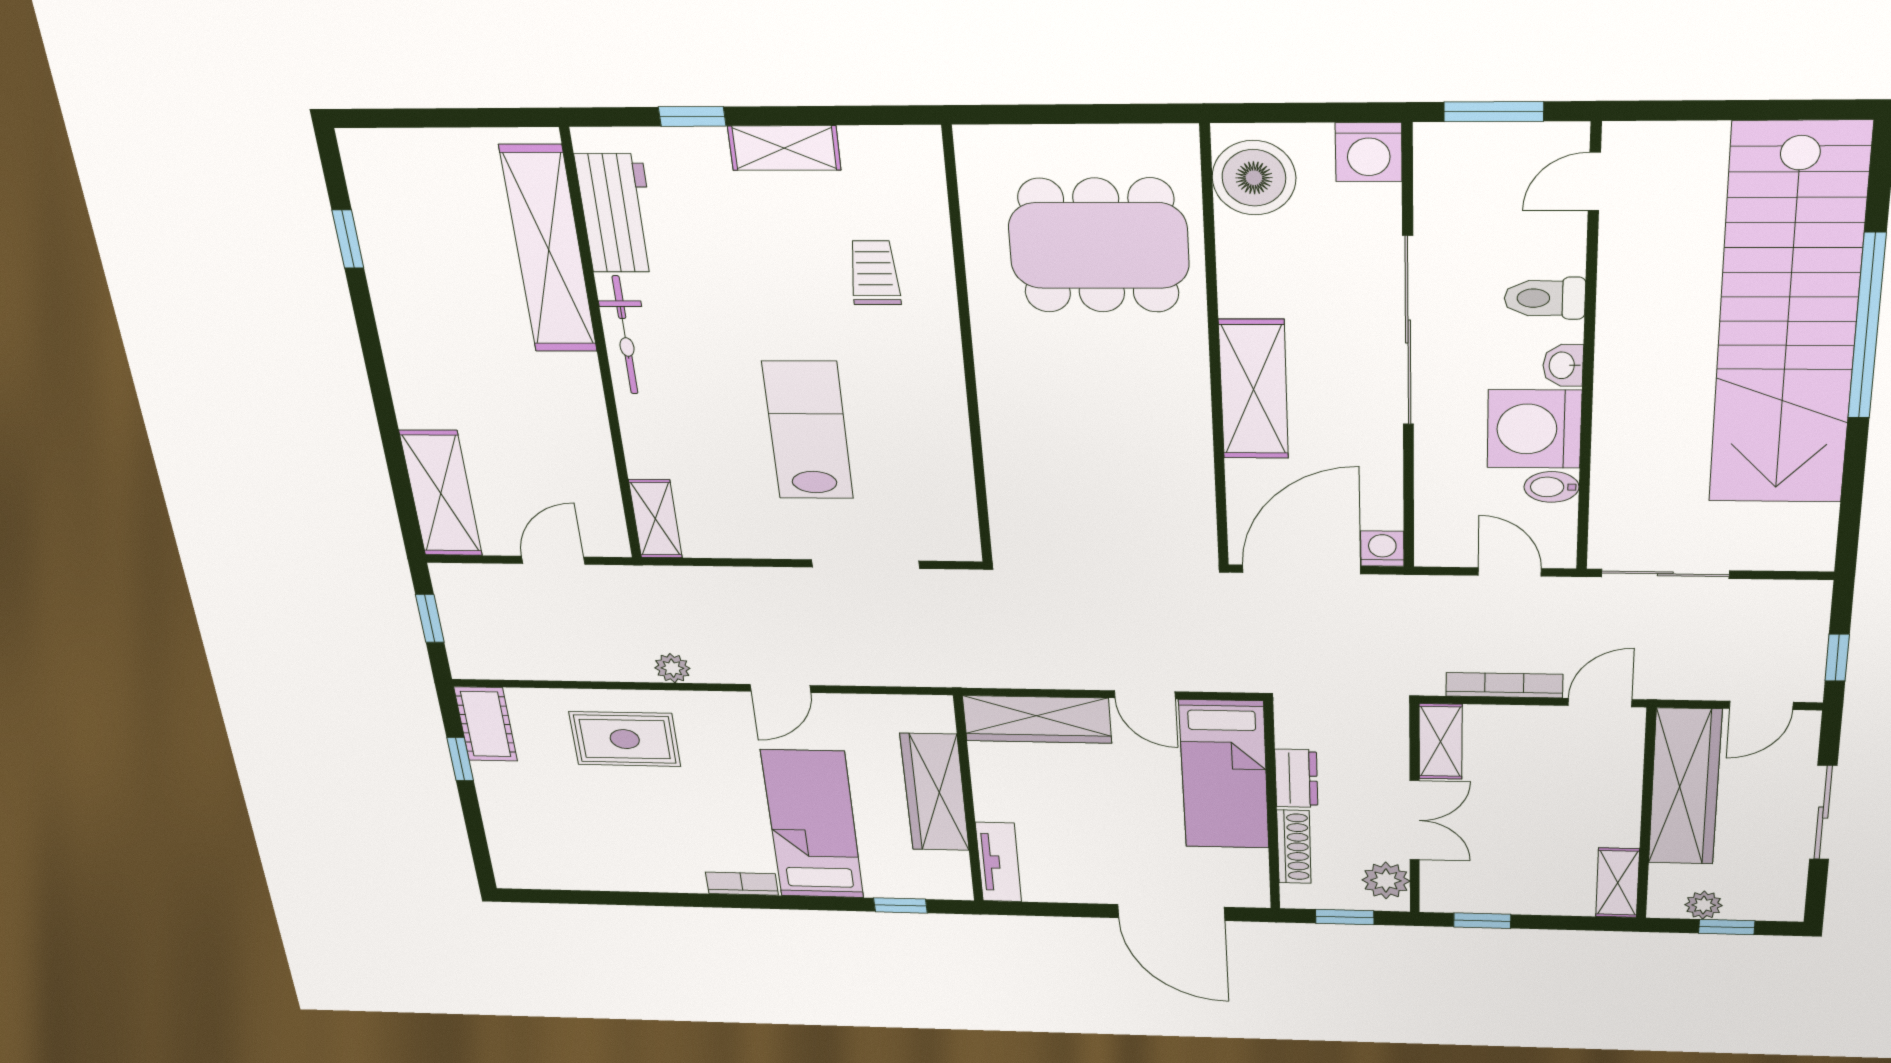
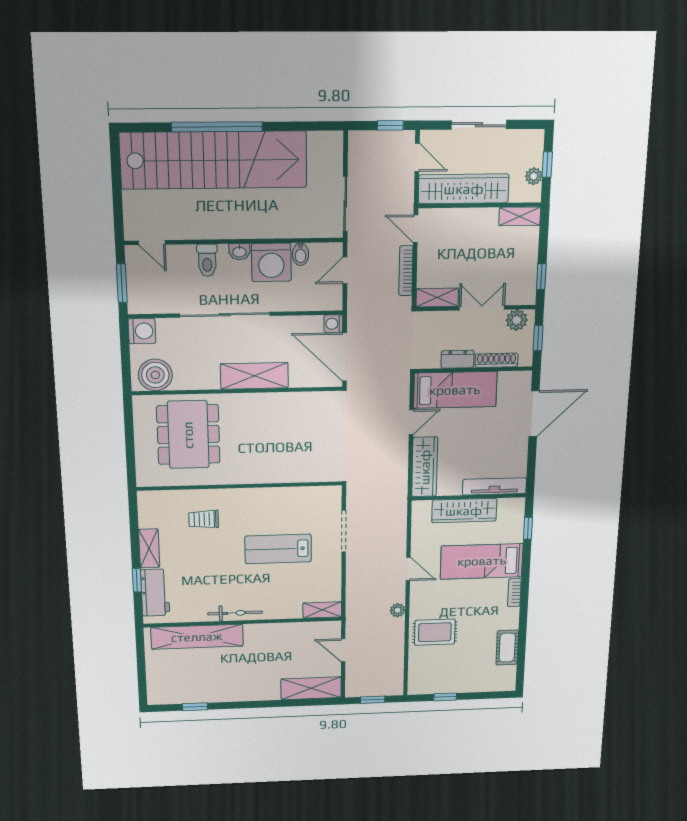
workbench: (617, 213) -> (155, 593), moved, turned 90
cot: (486, 724) -> (507, 648), moved, turned 90
rug: (625, 739) -> (435, 632), turned 90
tv unit: (998, 862) -> (495, 486), width x1.41

